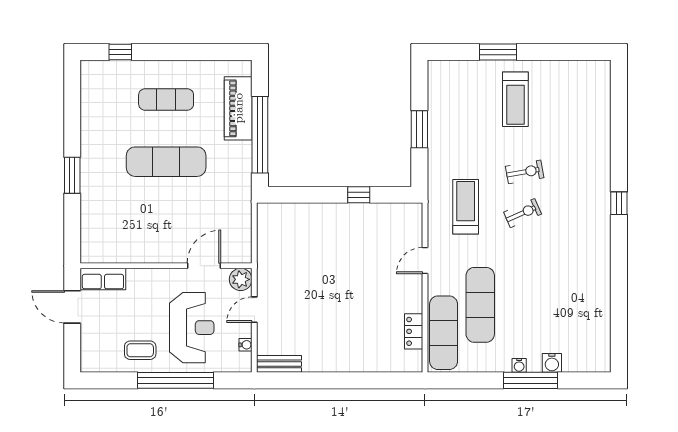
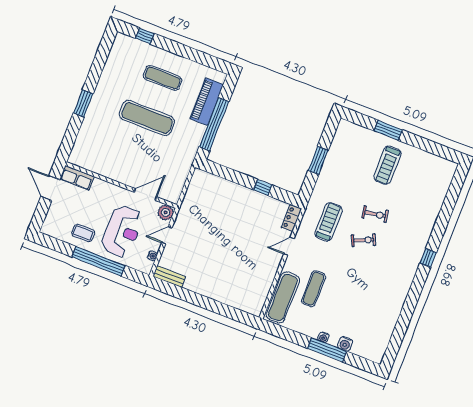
exercise mat: (480, 305) -> (313, 289), width x0.73, depth x0.69
locker: (414, 331) -> (291, 218), moved

